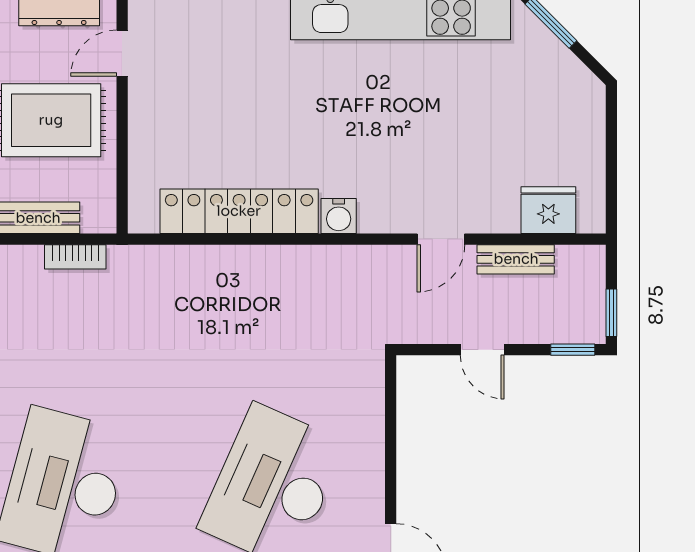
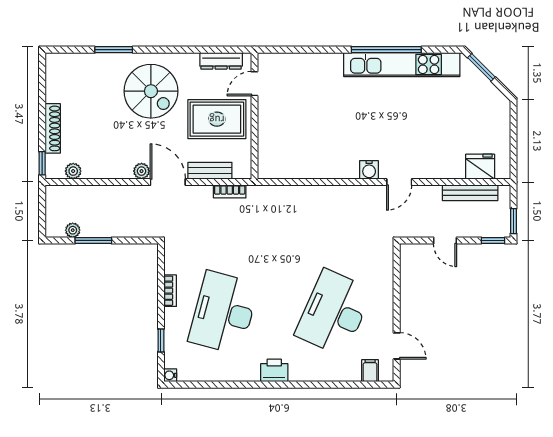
locker: (239, 211) -> (316, 167), removed
door: (441, 239) -> (399, 182), moved
bench: (516, 259) -> (470, 193), width x1.36

